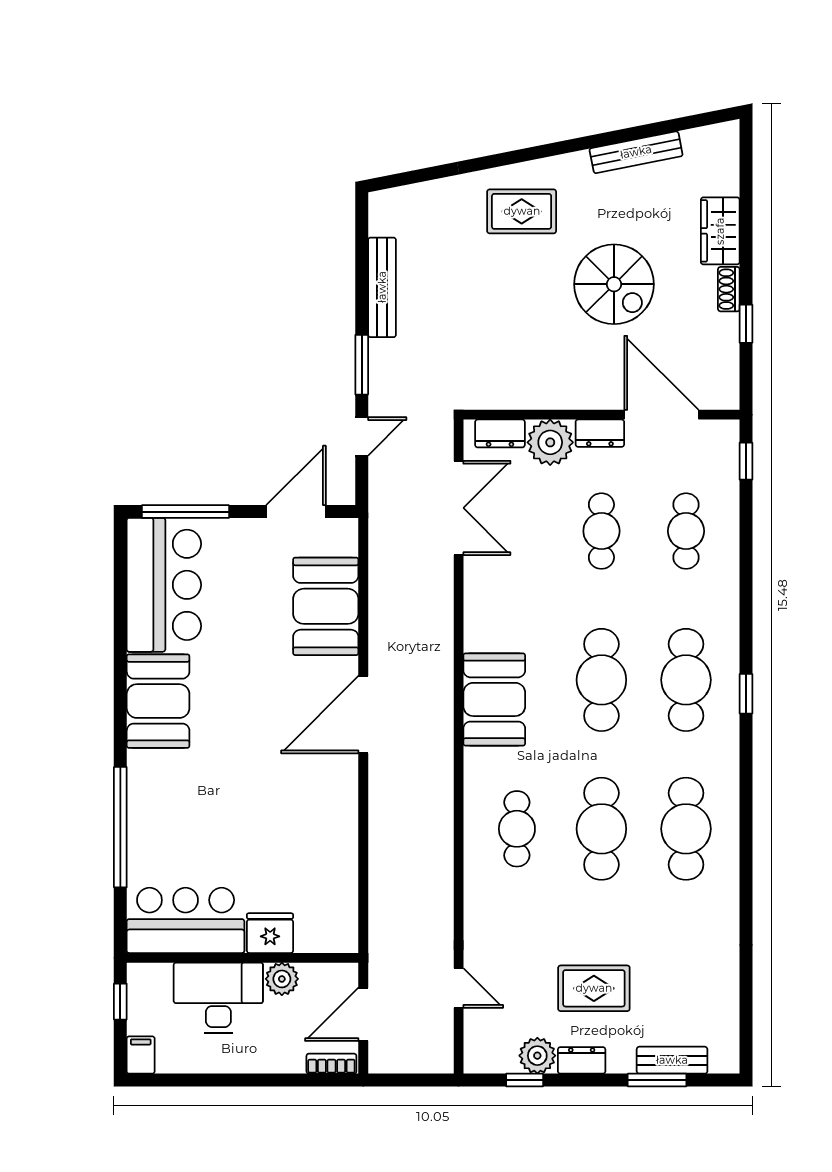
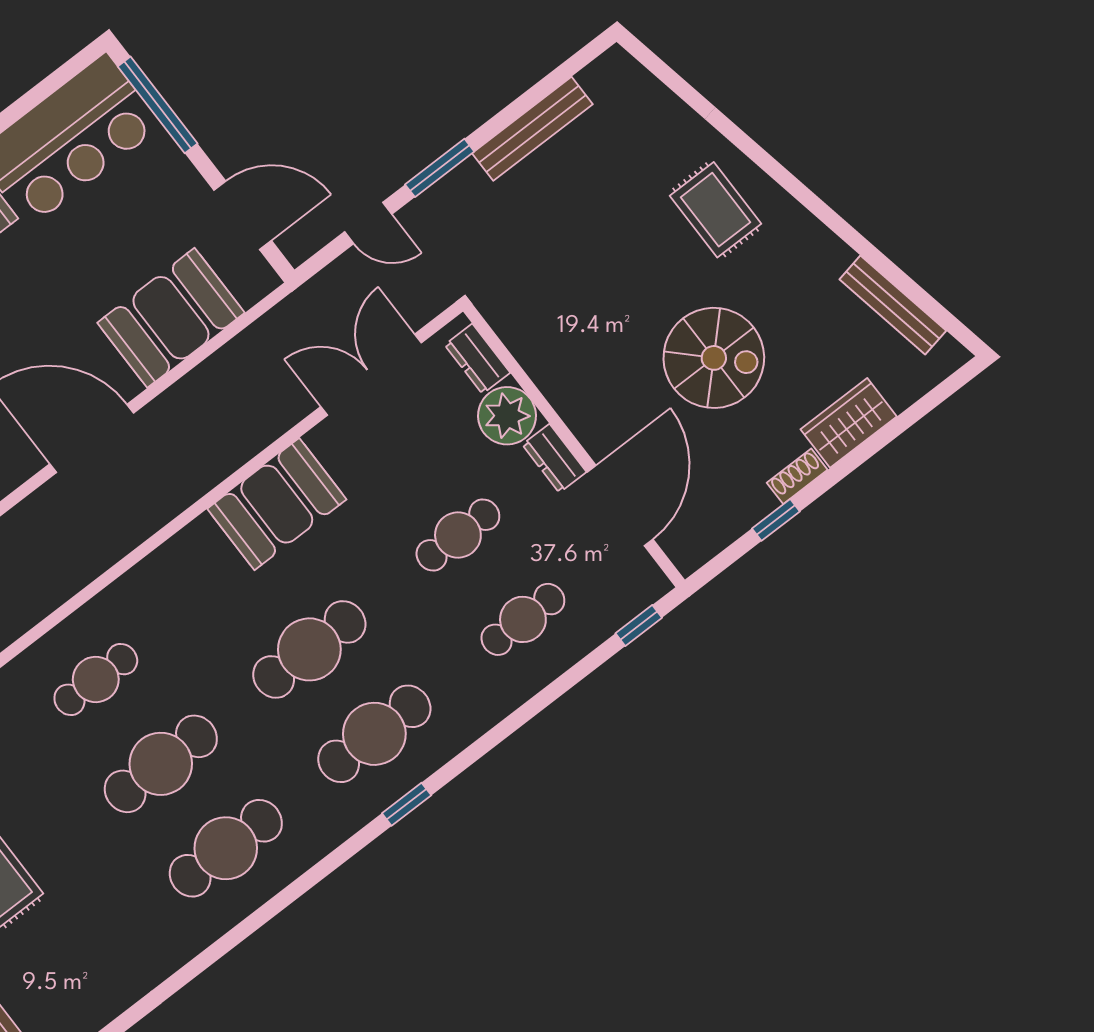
bench: (636, 152) -> (893, 305), moved
spiral stairs: (614, 284) -> (714, 358), turned -90
double door: (459, 508) -> (371, 375), swing flipped
booth: (494, 699) -> (277, 504), moved

